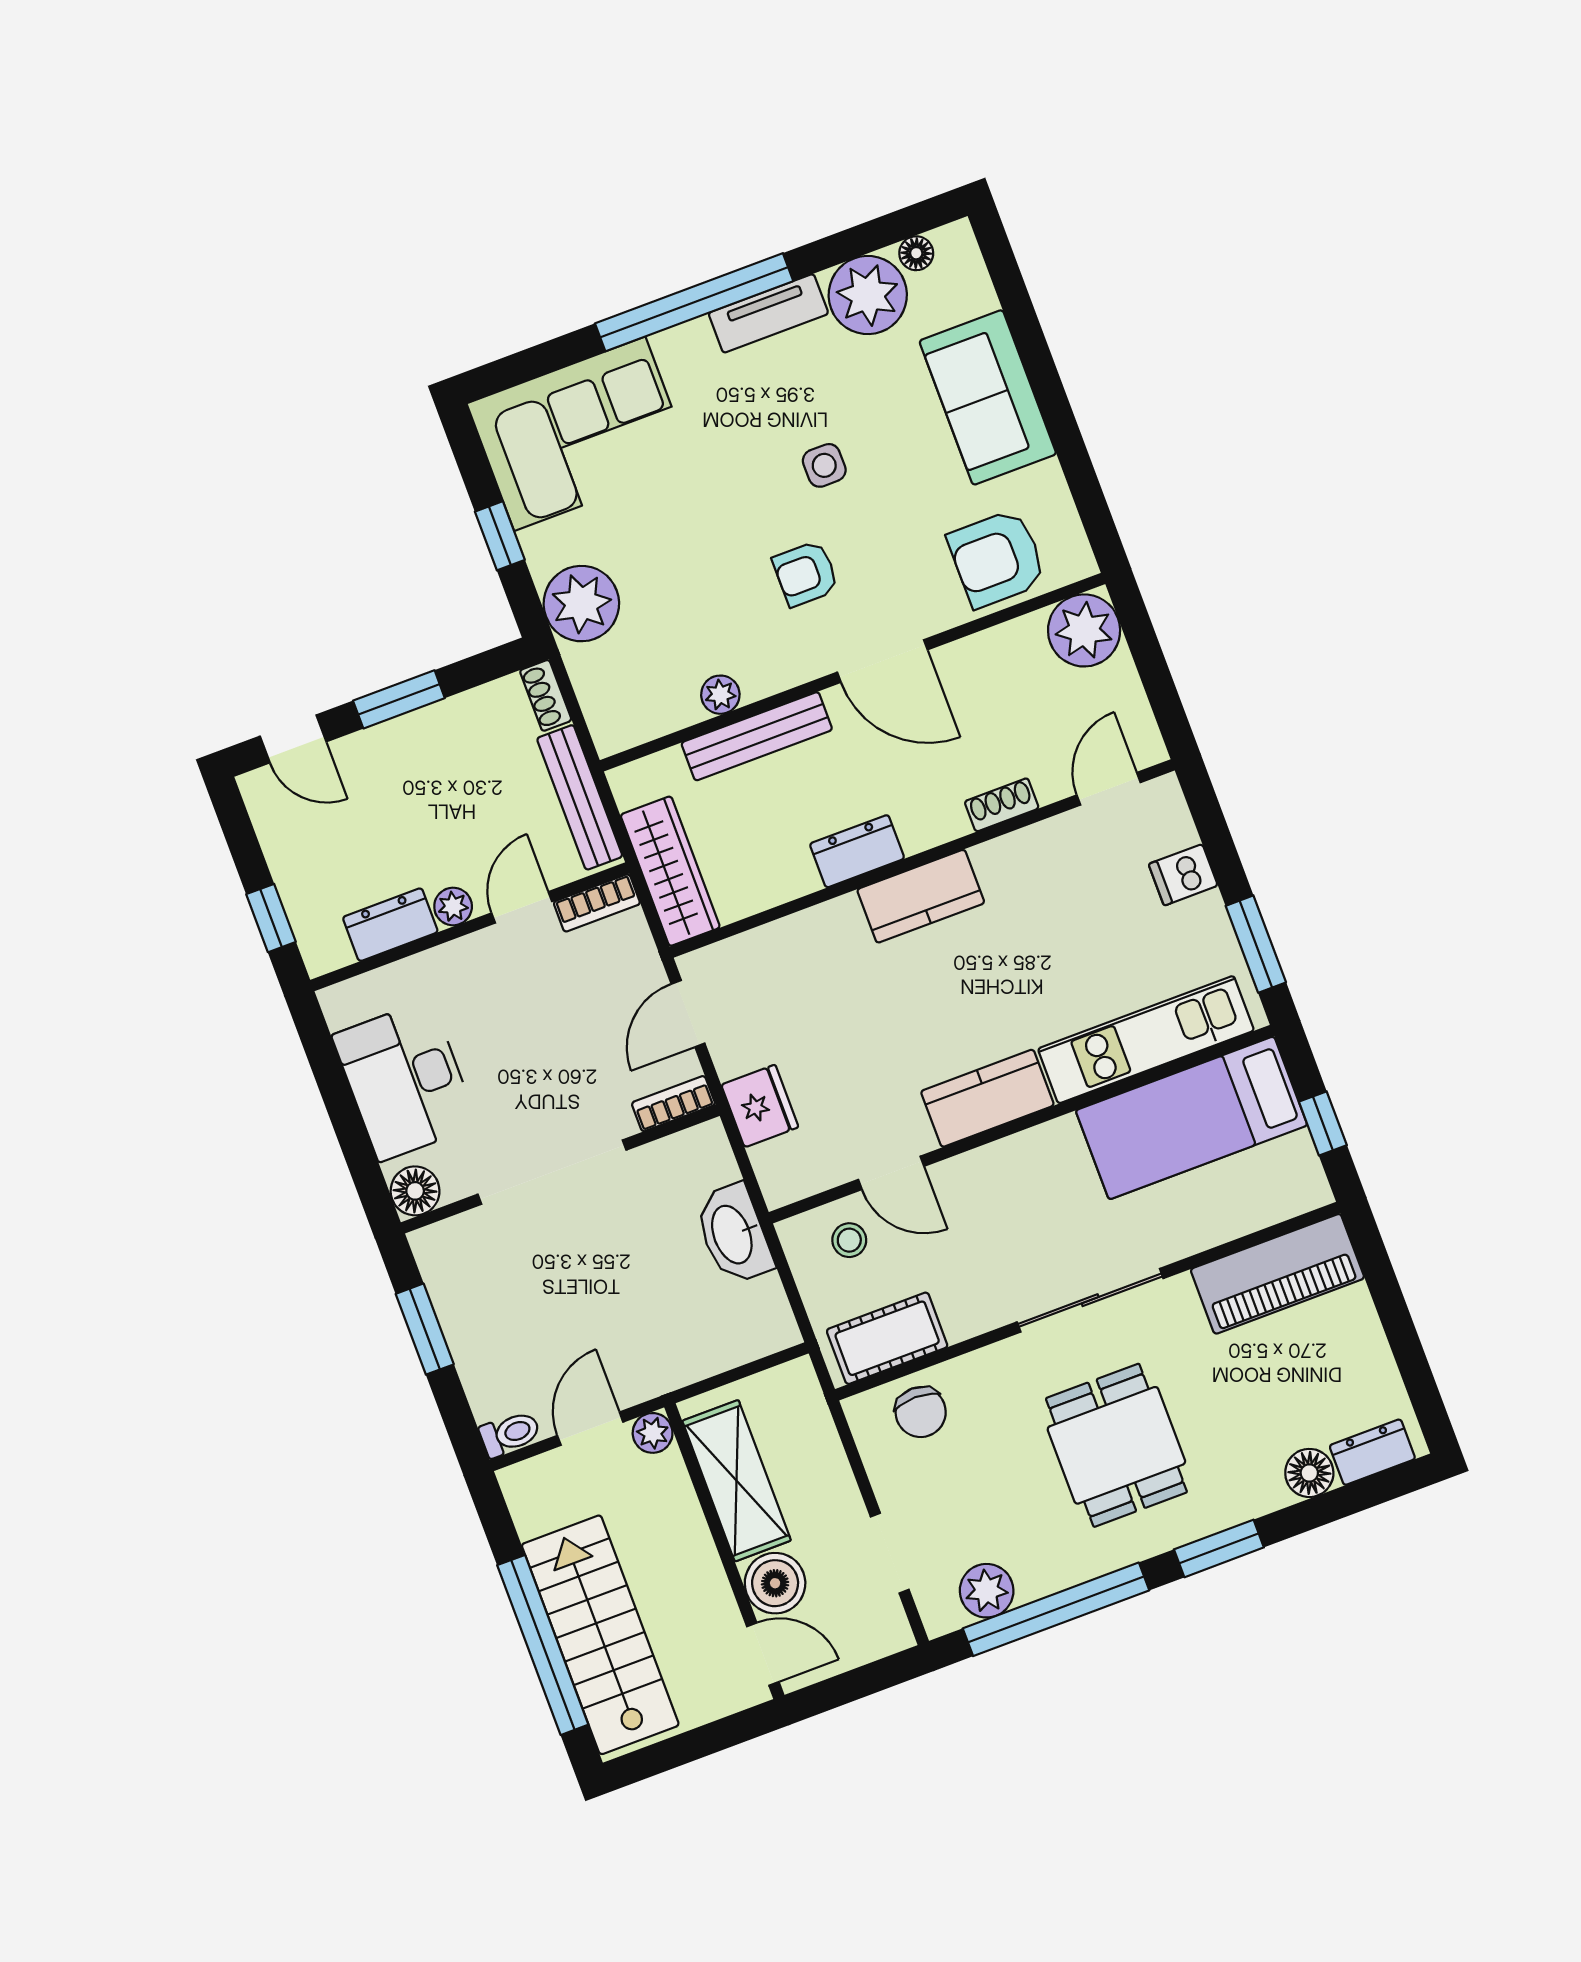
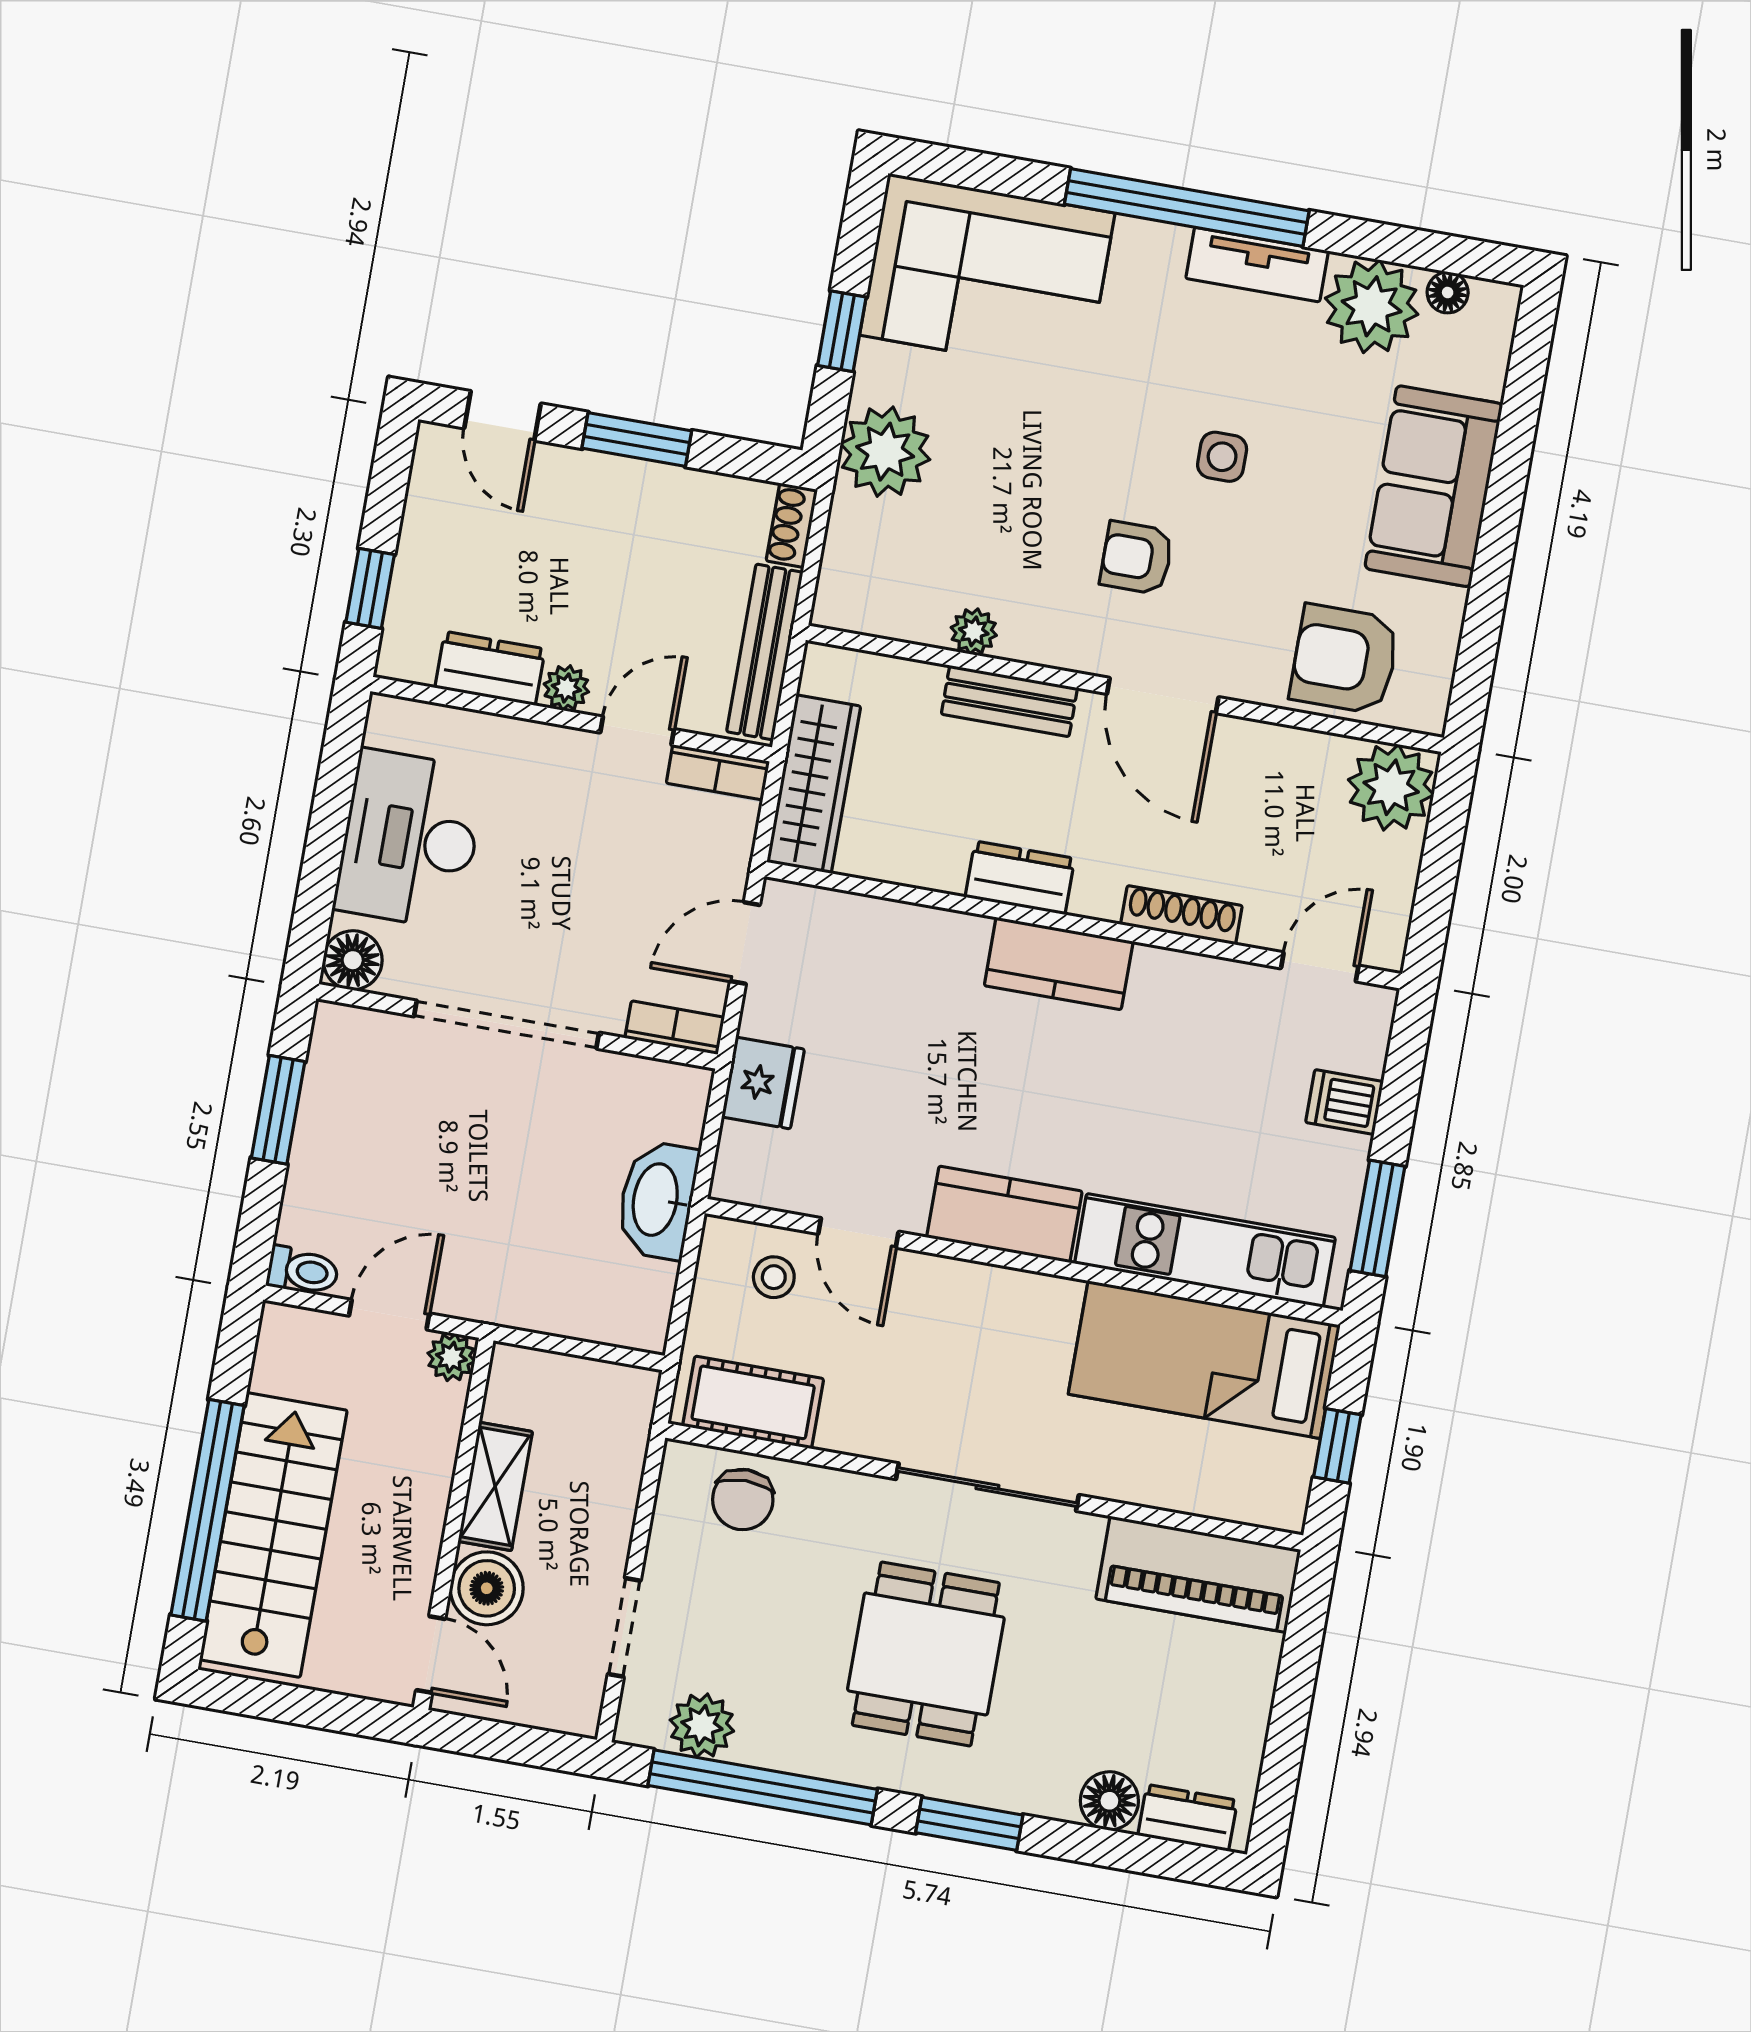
bench: (757, 736) -> (1009, 701), width x0.73
shoe rack: (1002, 805) -> (1181, 915), width x1.43
shelving: (737, 1481) -> (495, 1486), width x0.67, depth x0.75

